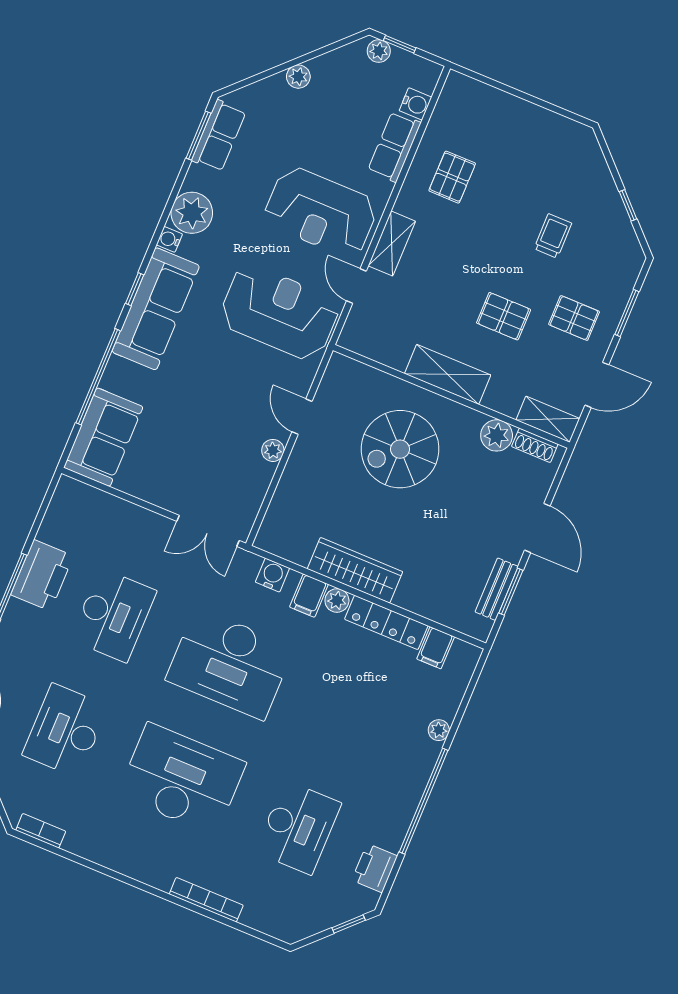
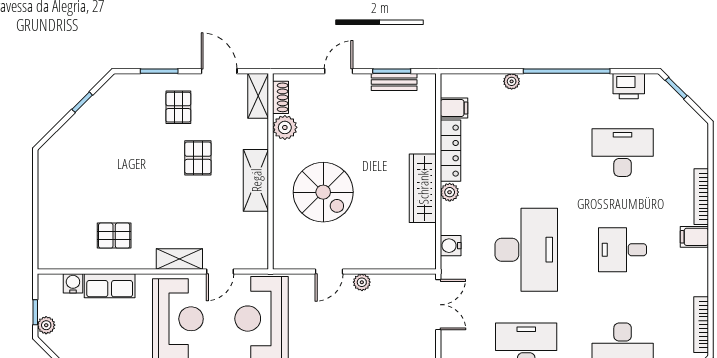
trolley: (553, 236) -> (126, 147), removed
door: (537, 528) -> (339, 71), width x0.73
filing cabinet: (309, 596) -> (694, 237), moved, turned 180
desk: (182, 779) -> (623, 250), width x0.53, depth x0.77
bookcase: (41, 831) -> (701, 325), width x1.56

